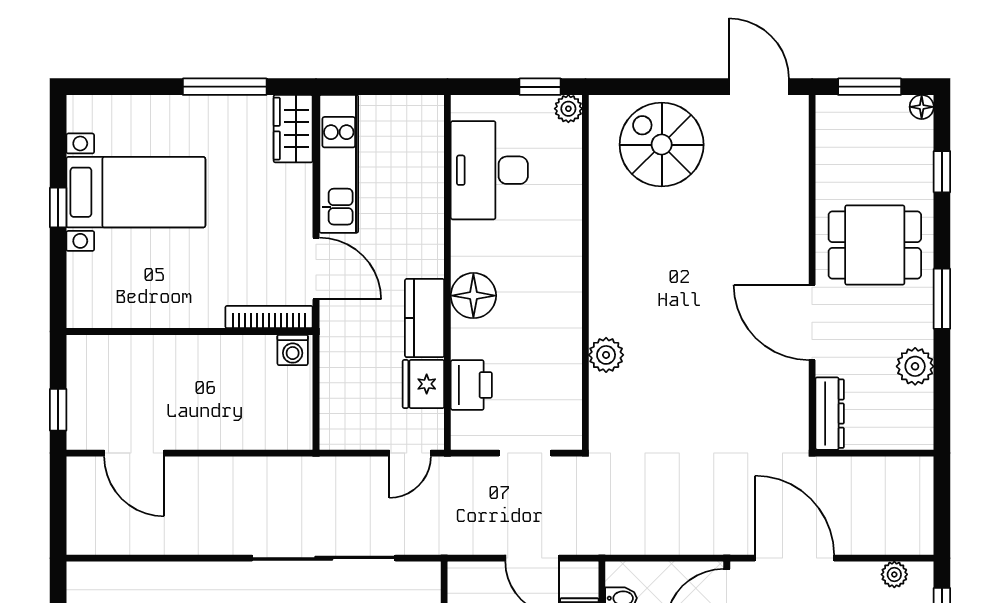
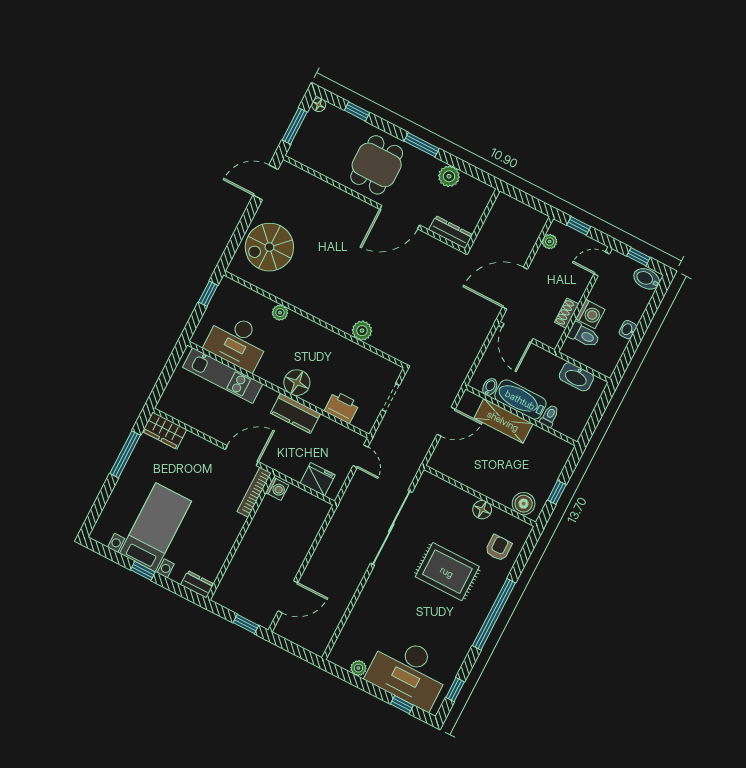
plant: (568, 109) -> (280, 313), moved
kitchen unit: (339, 164) -> (223, 376), moved, turned 180
dresser: (81, 303) -> (197, 584), added
fridge: (423, 384) -> (318, 479), moved, turned 180

